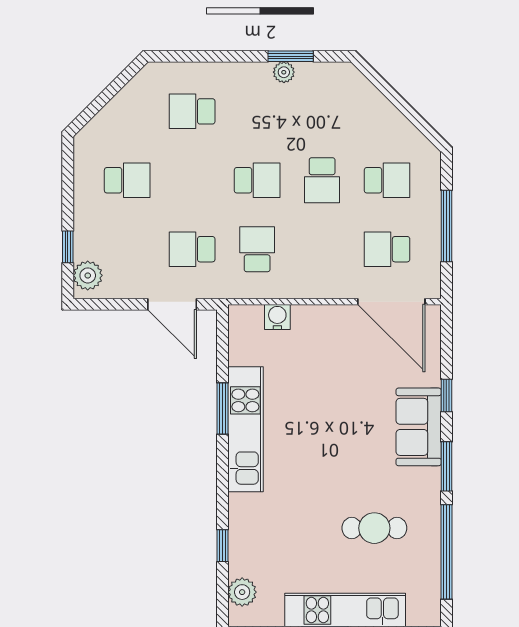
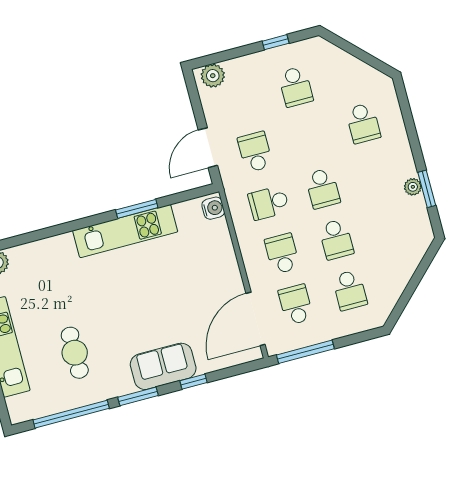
school desk: (192, 111) -> (363, 123), turned 180
school desk: (322, 180) -> (336, 239), turned -90
window: (446, 226) -> (305, 352), moved
window: (68, 247) -> (276, 42), moved
school desk: (257, 249) -> (269, 203), turned 180
school desk: (322, 249) -> (282, 254), added
water cooler: (277, 317) -> (213, 208), moved
window: (222, 546) -> (29, 237), removed

